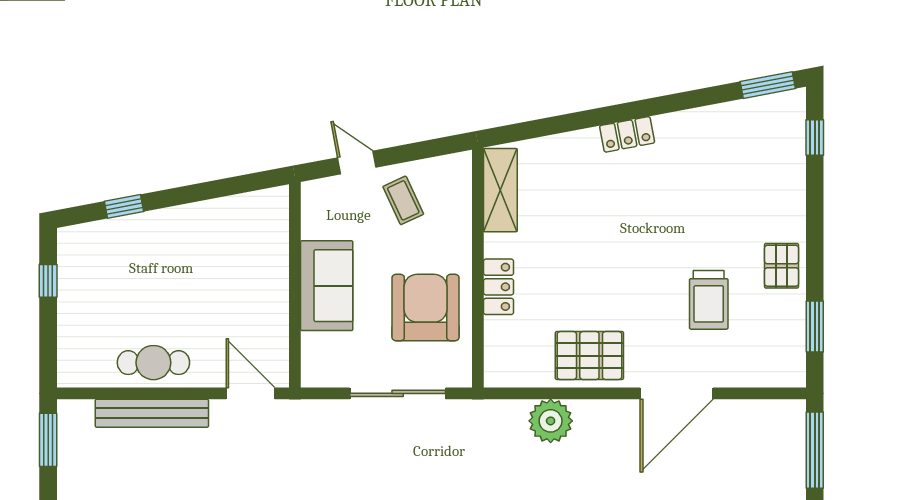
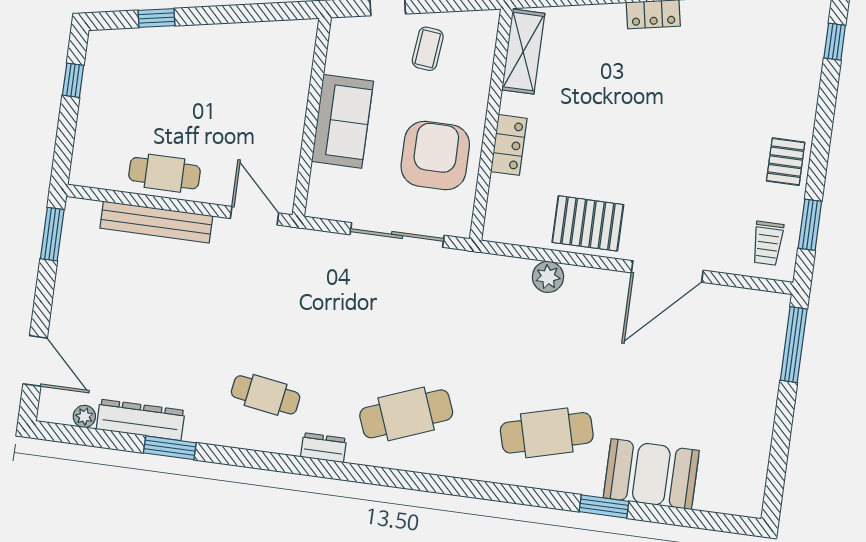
coffee table: (403, 200) -> (428, 49), turned 31
trolley: (709, 300) -> (768, 243), moved, width x0.73, depth x0.72
plant: (551, 421) -> (548, 277), width x0.73, depth x0.73

